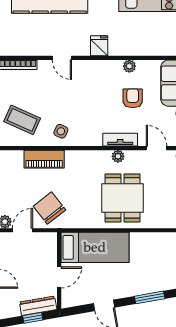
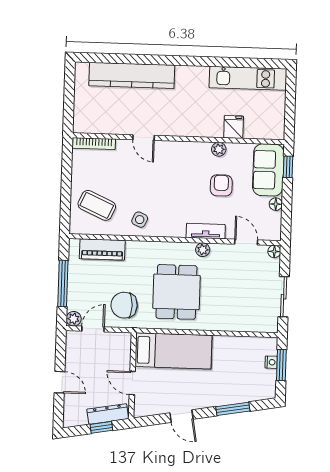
fridge: (99, 46) -> (234, 127), moved
piano: (44, 159) -> (102, 249), moved
dining table: (122, 198) -> (176, 292), moved
chair: (49, 208) -> (124, 305), turned -52
door: (59, 277) -> (132, 383), swing flipped

